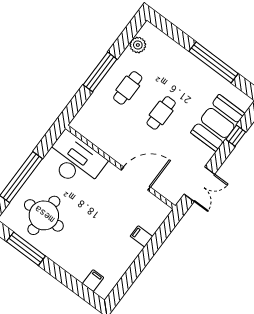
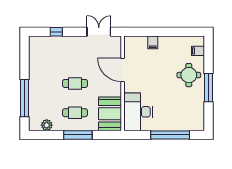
window: (214, 62) -> (24, 98), moved
booth: (218, 123) -> (110, 114), moved, turned 90
round table: (44, 215) -> (189, 75), moved, width x0.73, depth x0.73
window: (26, 249) -> (208, 88), moved

